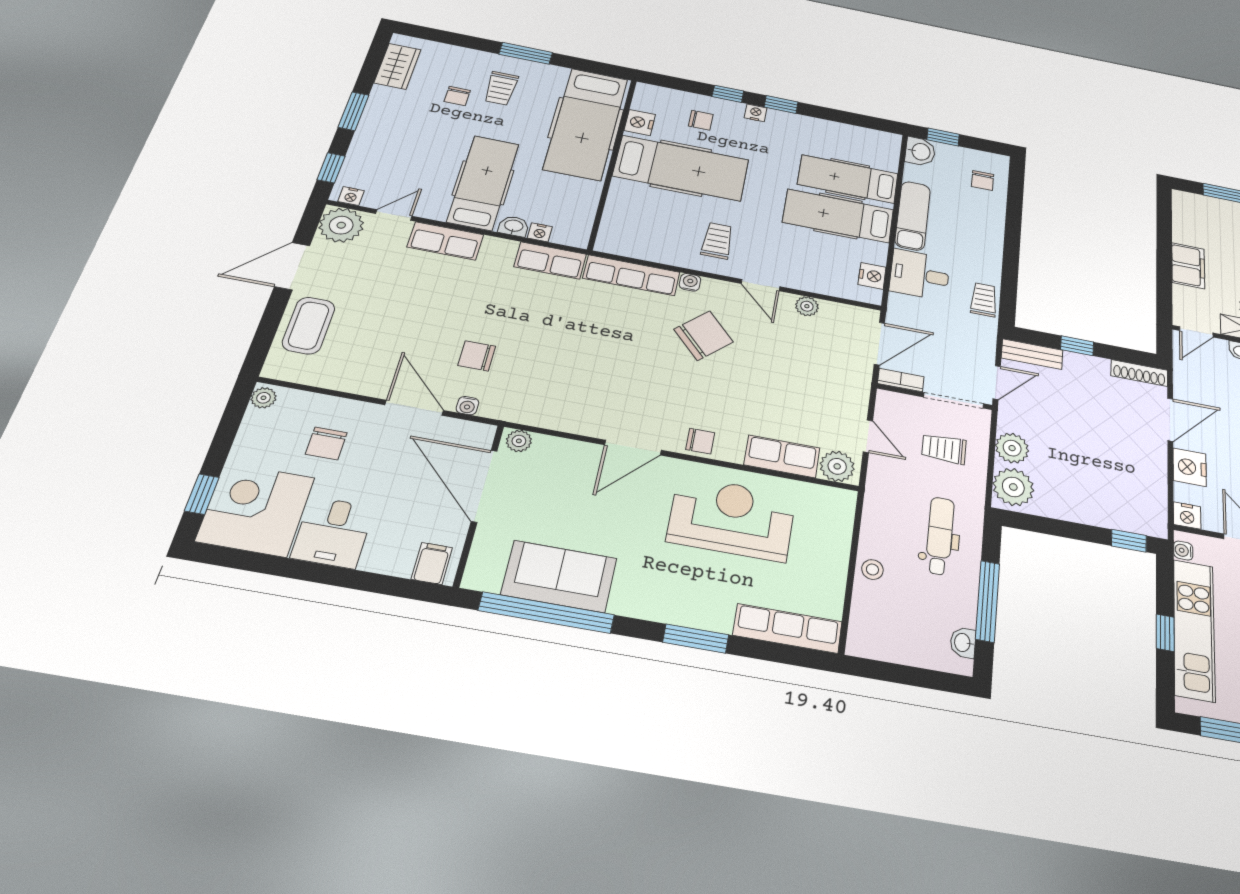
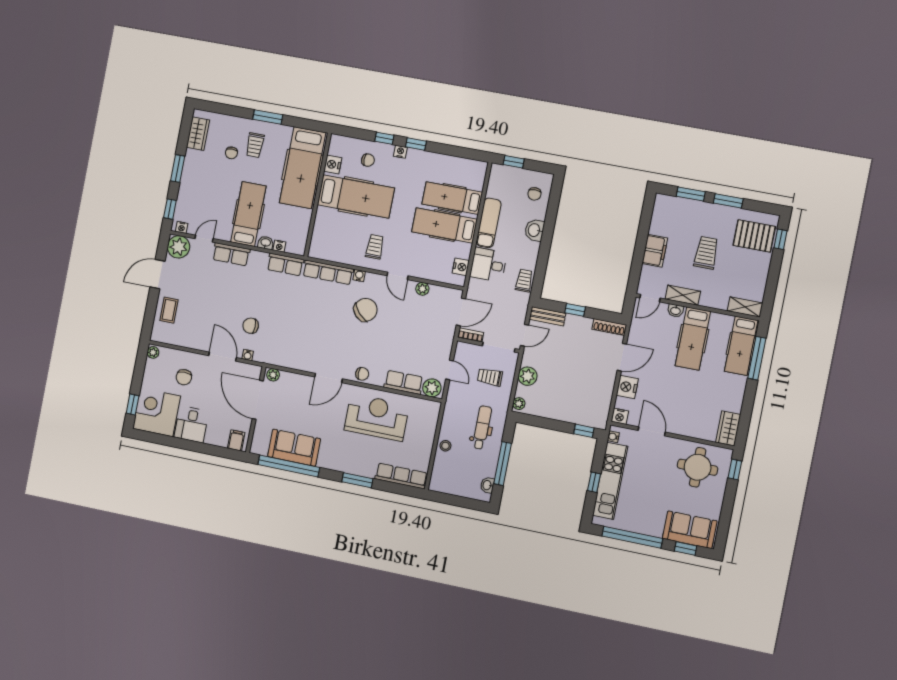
washbasin: (920, 152) -> (534, 230), moved, turned 180
coffee table: (309, 325) -> (169, 310), width x0.73, depth x0.77
plant: (1013, 487) -> (519, 404), width x0.53, depth x0.53

